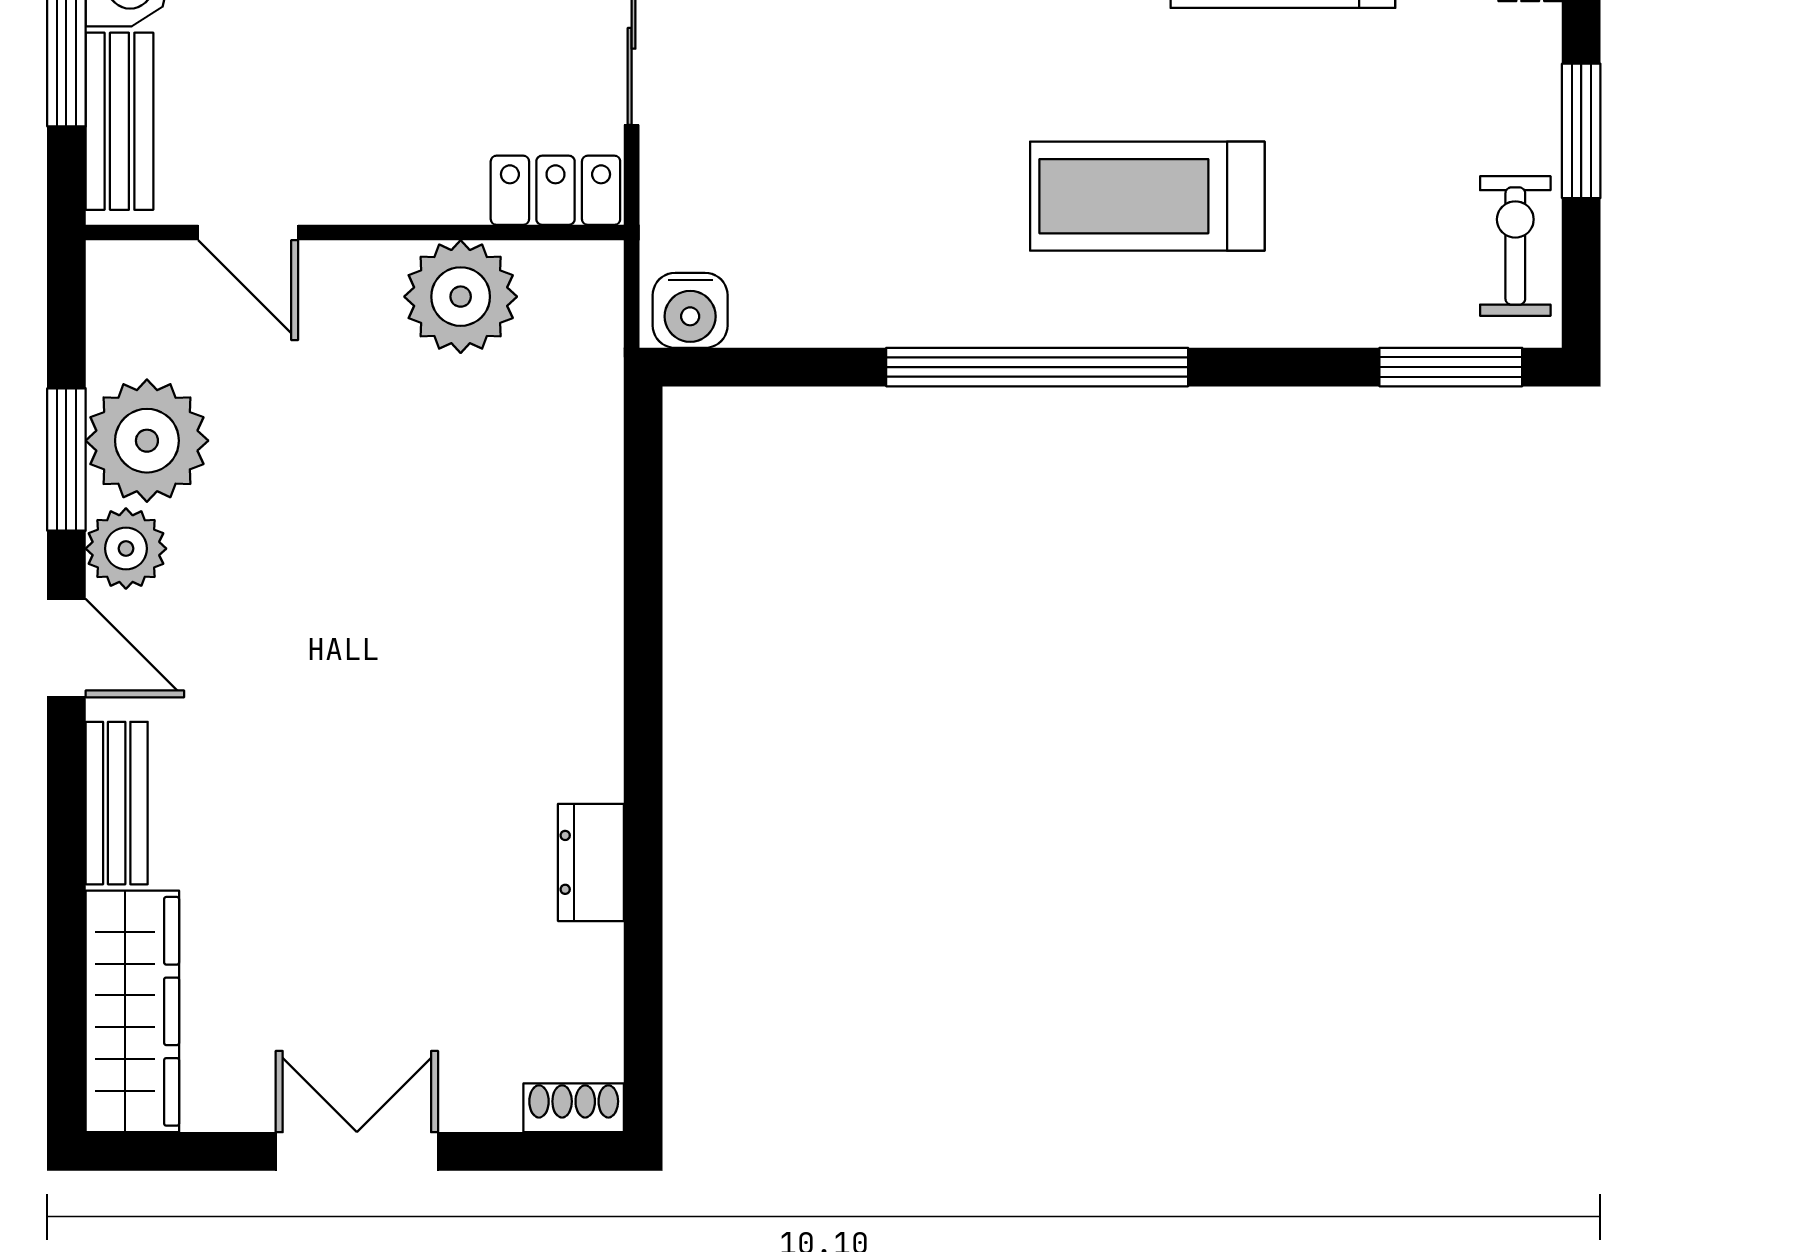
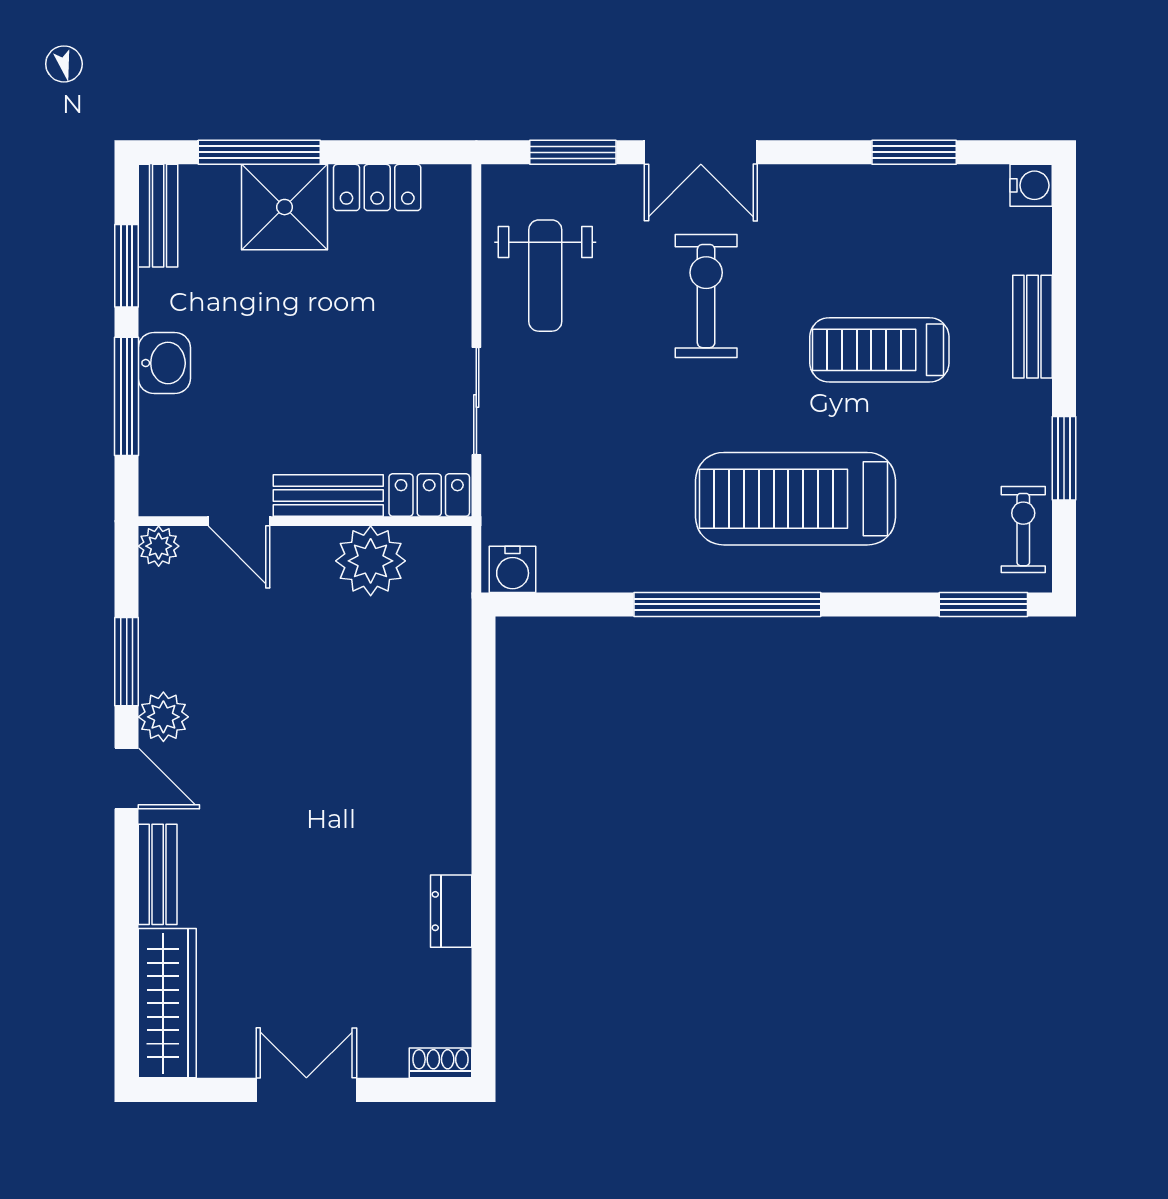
bench: (119, 121) -> (328, 495), moved, turned 90
treadmill: (1147, 196) -> (796, 499), width x1.37, depth x1.38
plant: (147, 441) -> (159, 546), moved, width x0.53, depth x0.53

